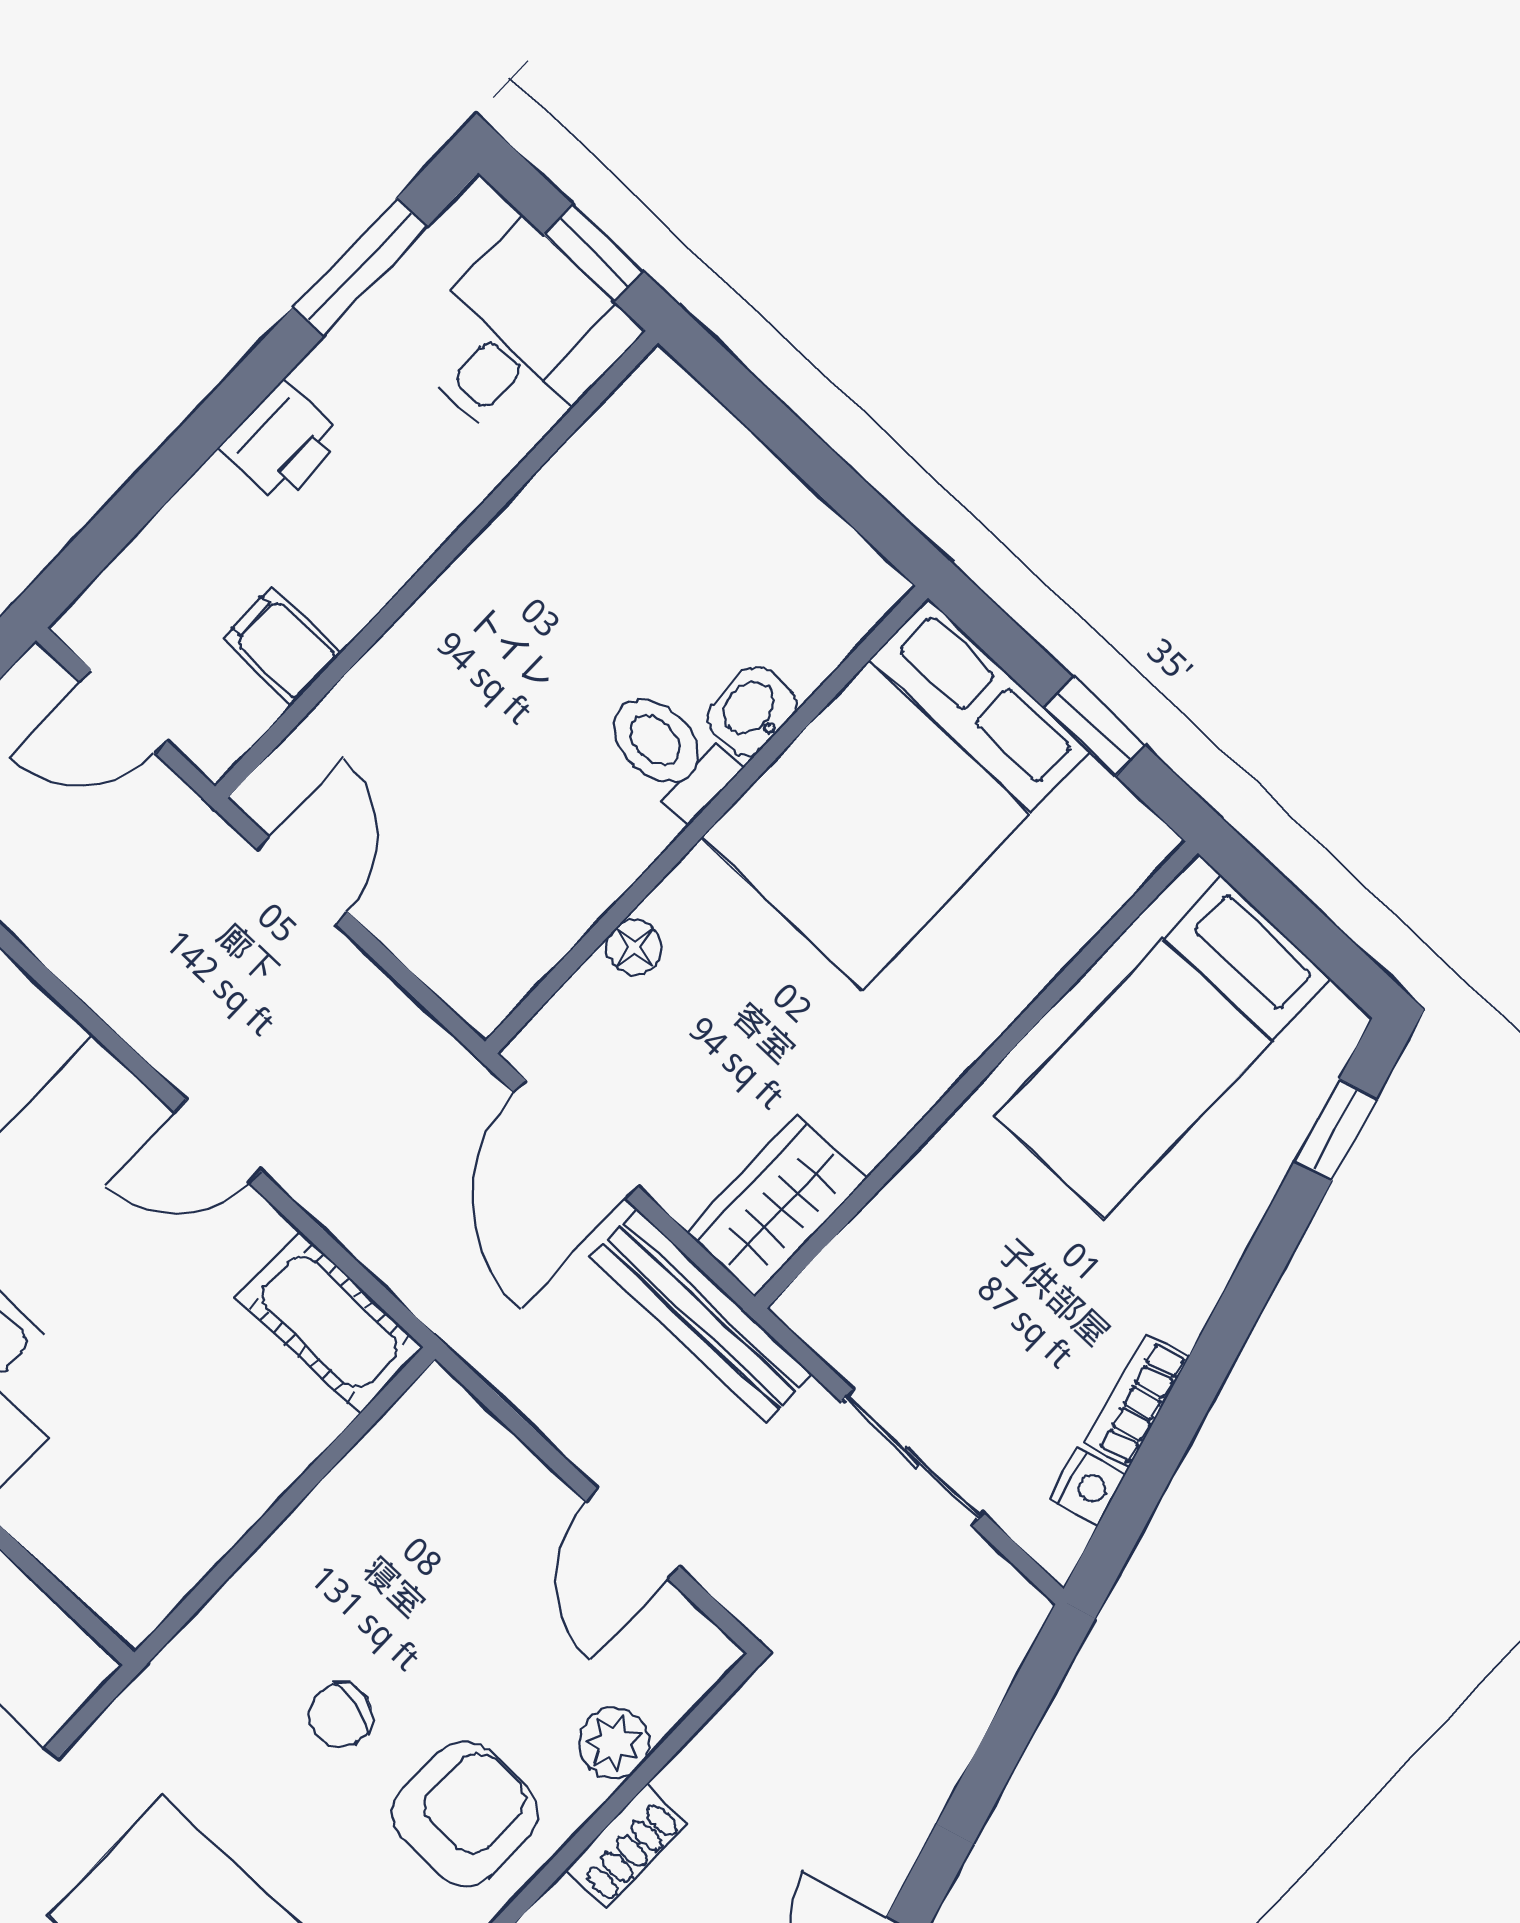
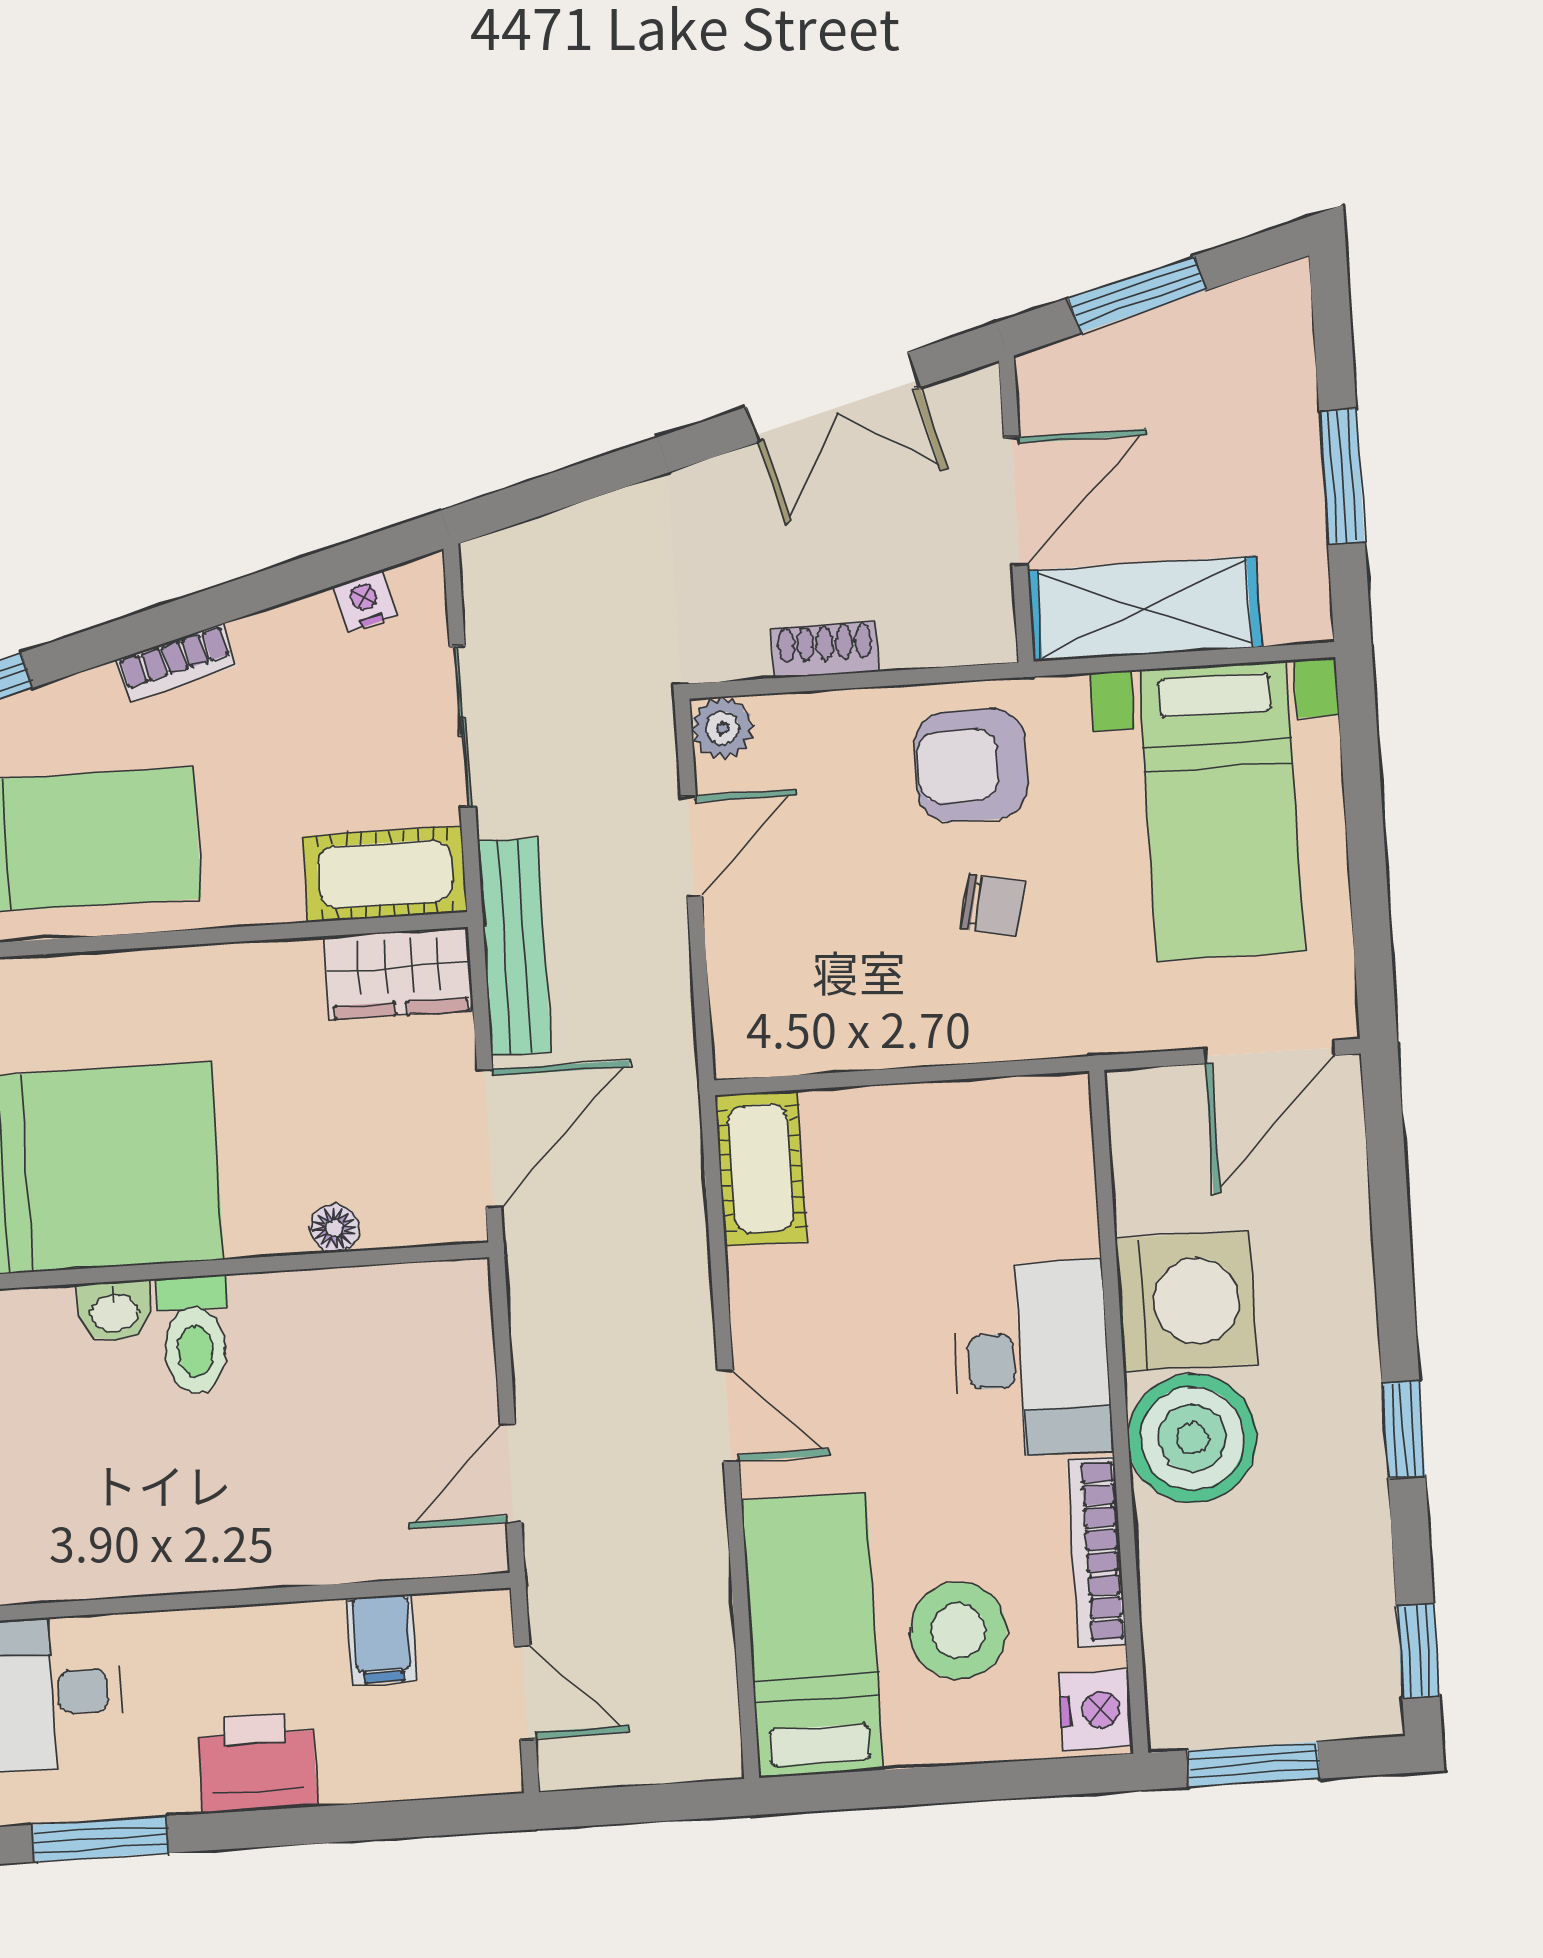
printer: (283, 442) -> (257, 1762), width x1.36, depth x1.24
door: (218, 1141) -> (728, 1416), moved
cot: (863, 1277) -> (385, 874), added
bookcase: (1137, 1400) -> (176, 663), moved
plant: (614, 1743) -> (722, 728), moved
shoe rack: (626, 1846) -> (825, 650), moved

